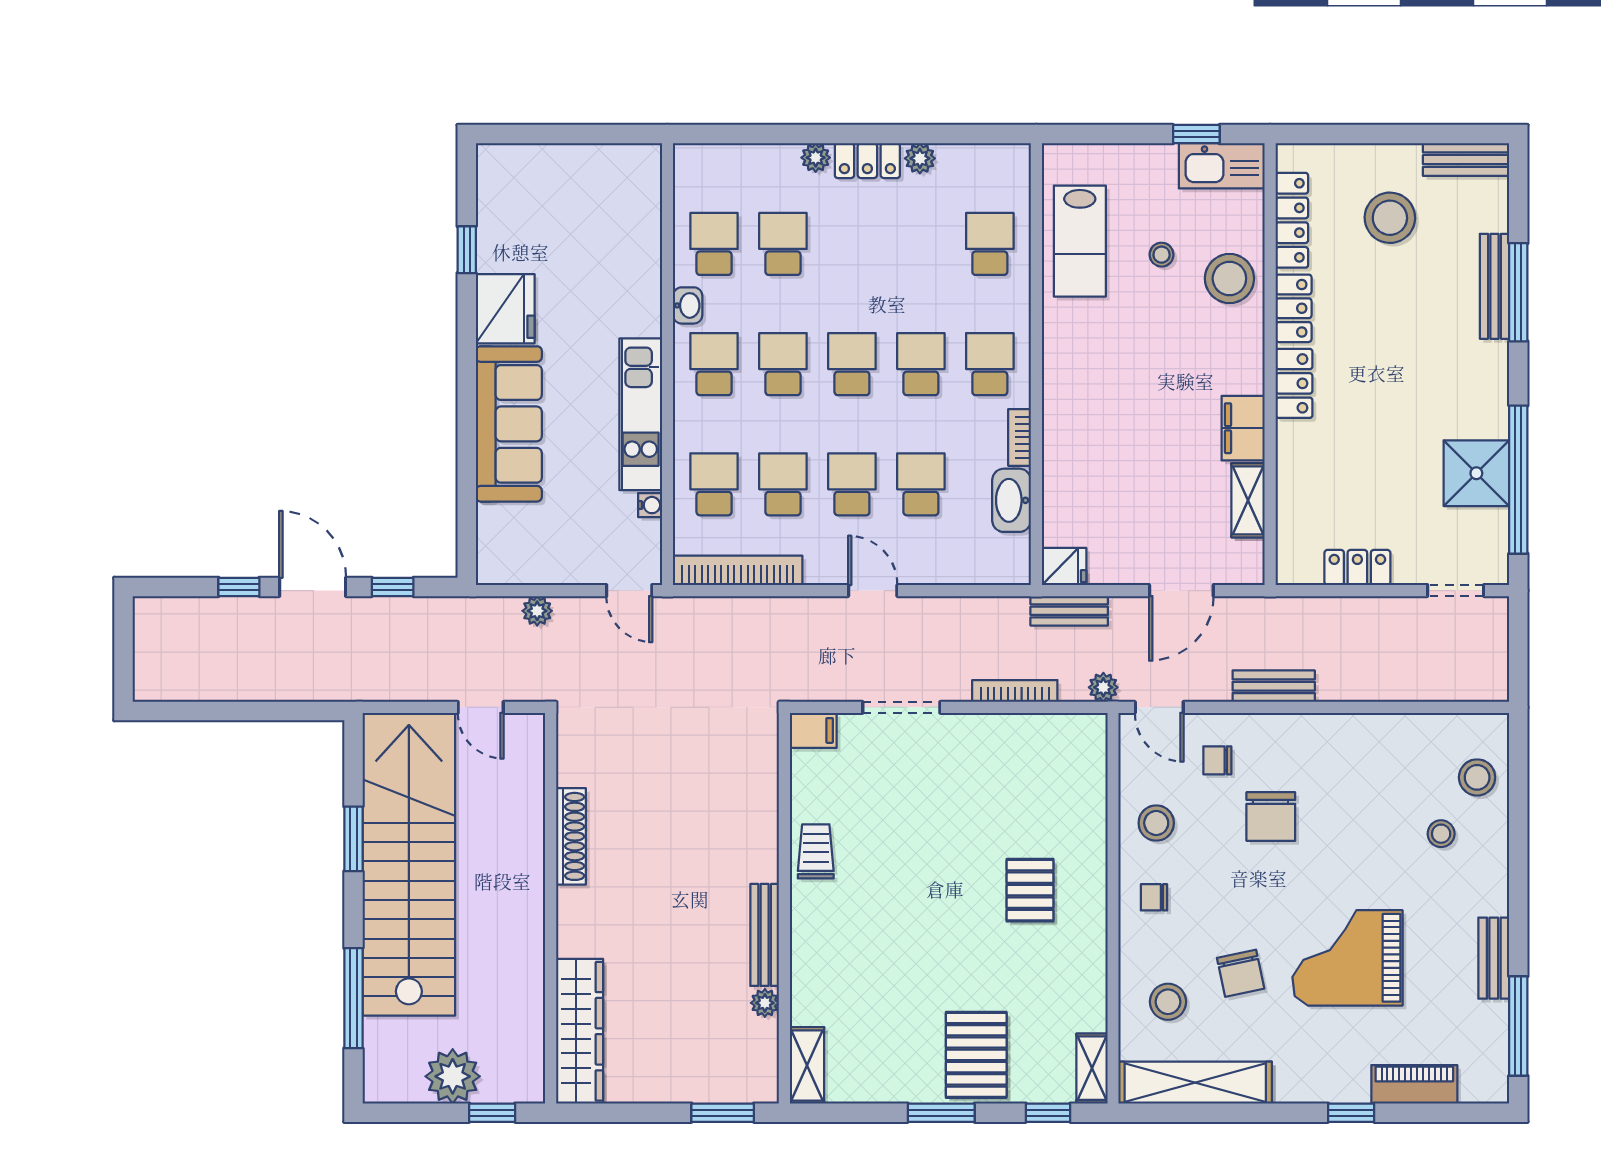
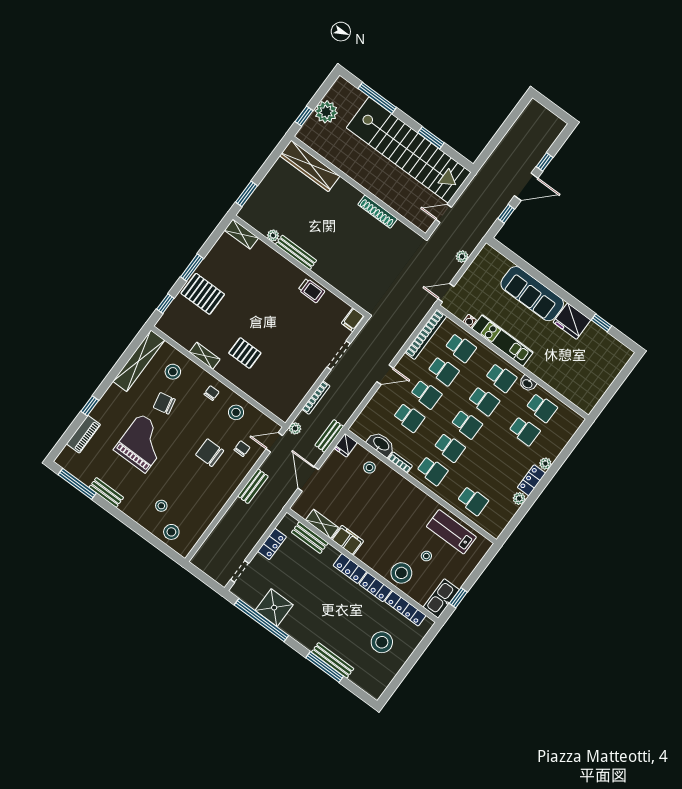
bench: (1466, 160) -> (310, 538), moved, turned 90
stool: (1073, 489) -> (369, 467), added
shelving: (1092, 1068) -> (205, 356), moved

